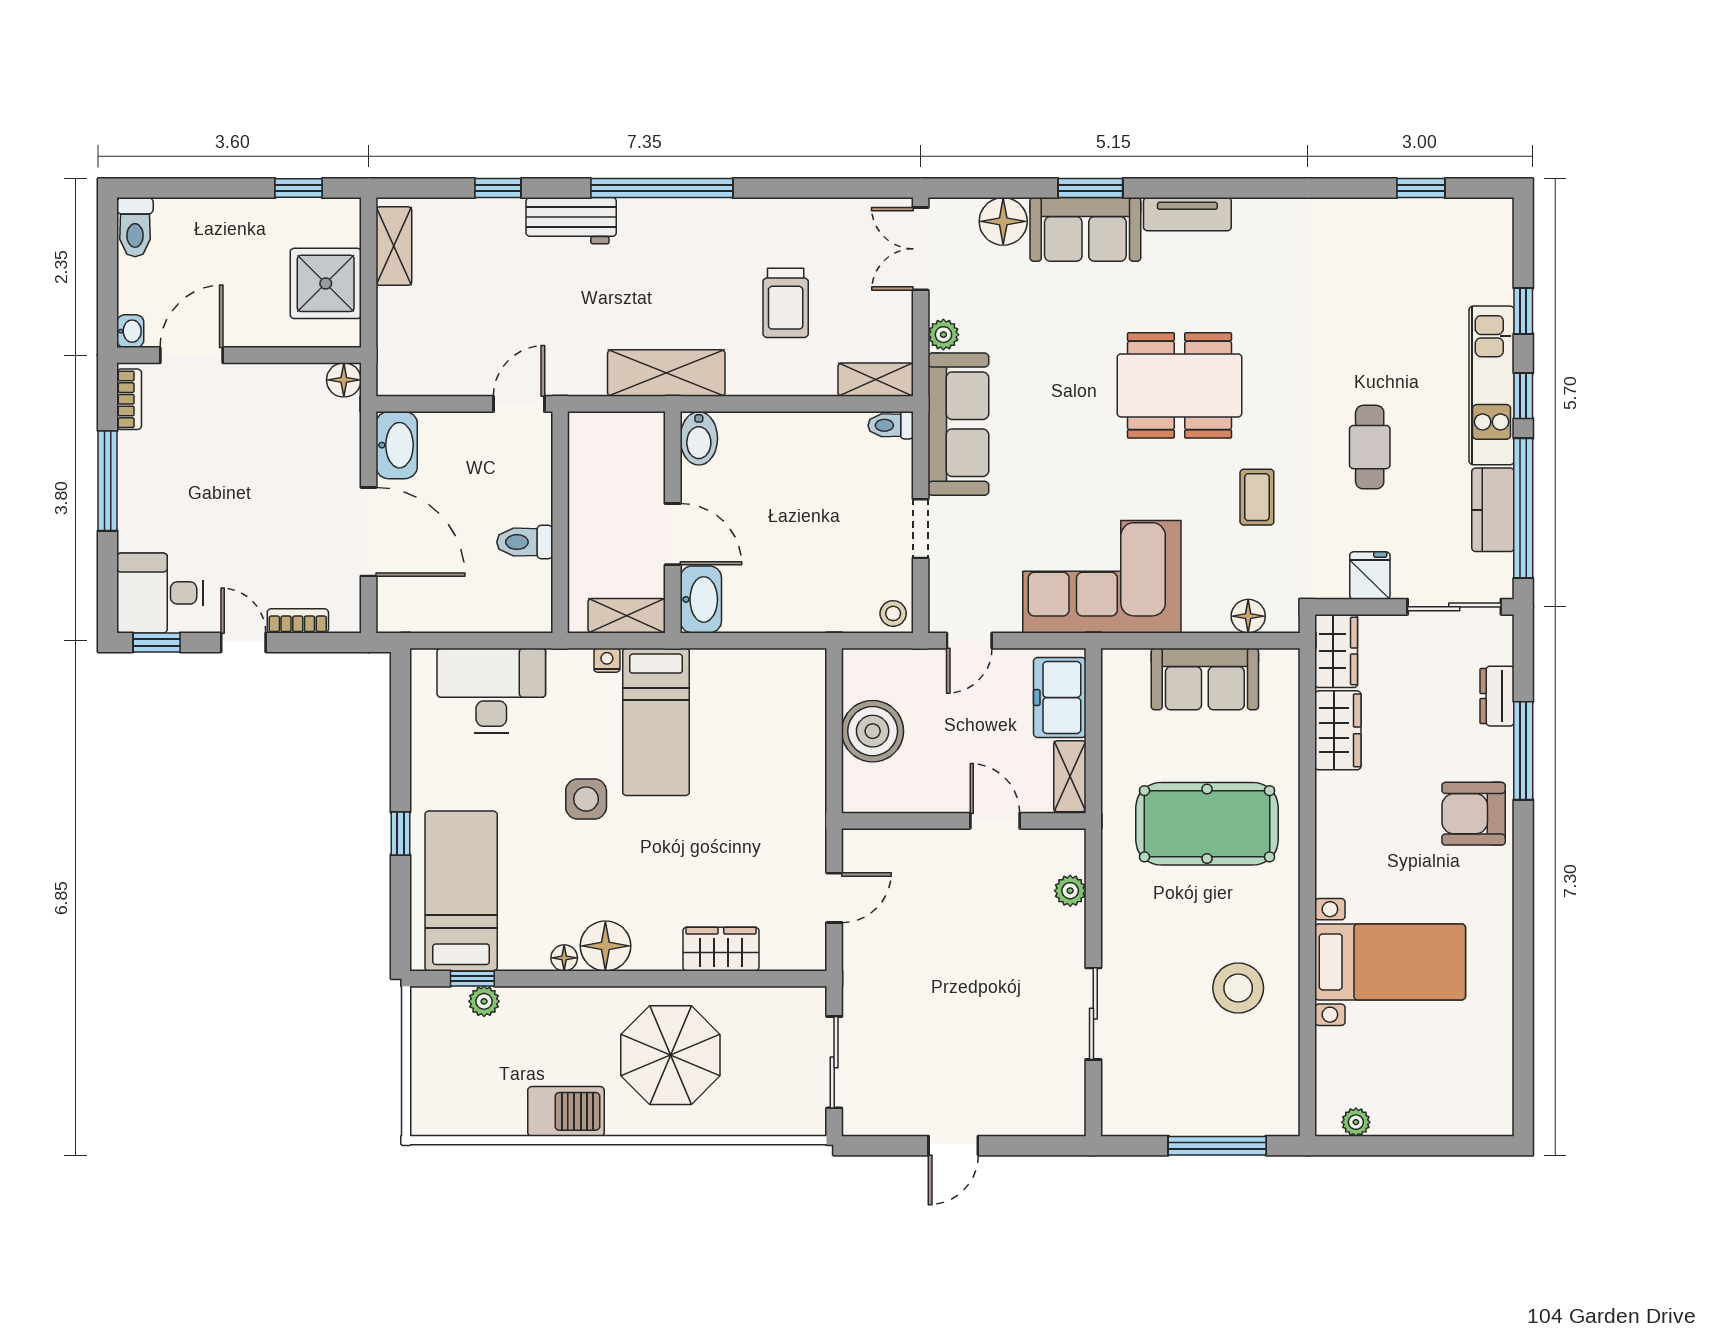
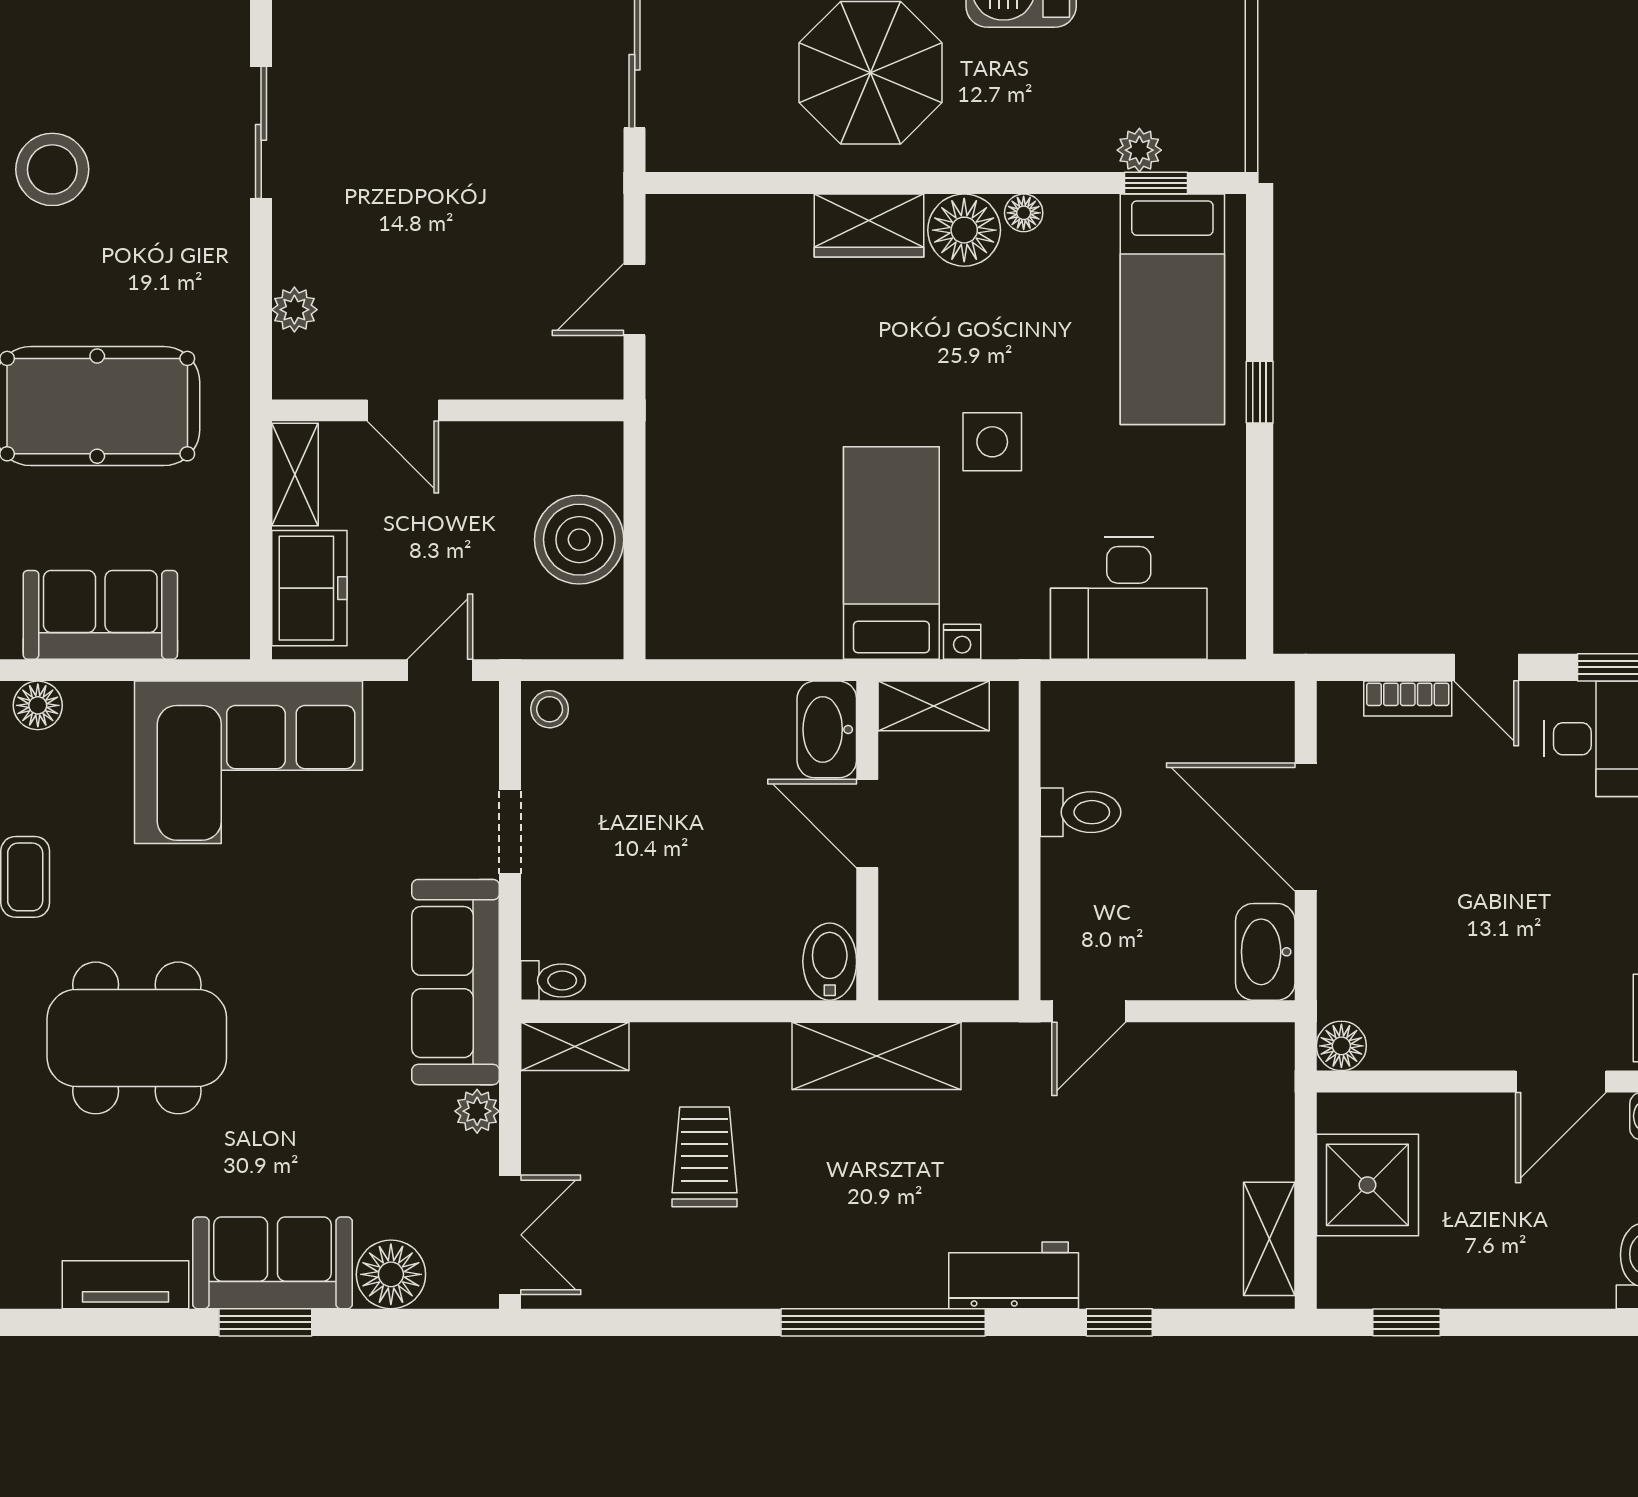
wardrobe: (721, 949) -> (869, 226), moved

